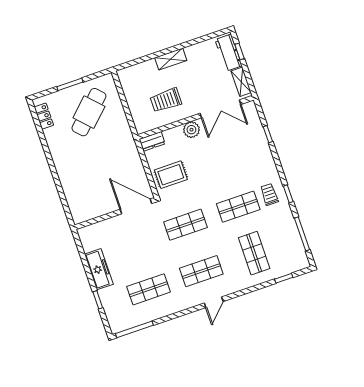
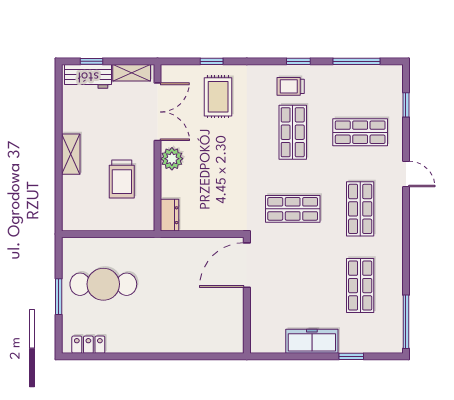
cafe table: (89, 112) -> (103, 284), turned -46
rug: (171, 175) -> (218, 97), moved
shop shelf: (185, 225) -> (293, 209), turned 90
door: (214, 302) -> (406, 174), moved

